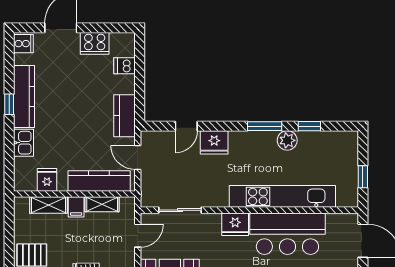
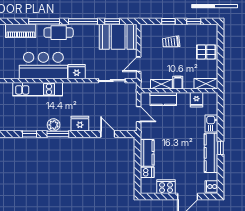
kitchen counter: (125, 116) -> (147, 153), moved
door: (186, 126) -> (108, 134), hinge flipped
plant: (287, 140) -> (54, 125), moved
fridge: (214, 142) -> (80, 124), moved
kitchen counter: (99, 181) -> (163, 99), width x0.67
kitchen unit: (282, 196) -> (38, 89), width x0.73
shelving: (49, 205) -> (206, 84), moved

